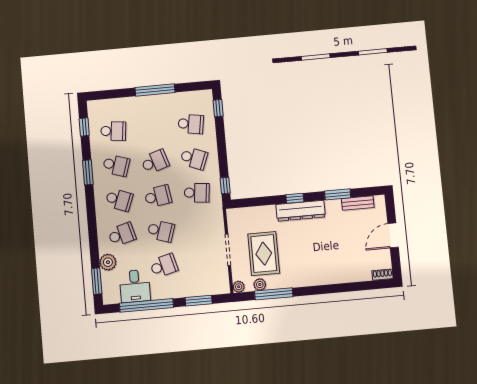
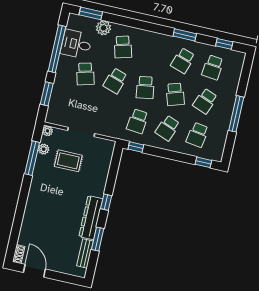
school desk: (119, 200) -> (205, 101), moved
dresser: (301, 211) -> (91, 218), moved
door: (393, 235) -> (34, 271), moved
rug: (264, 254) -> (68, 161), width x0.73, depth x0.70

